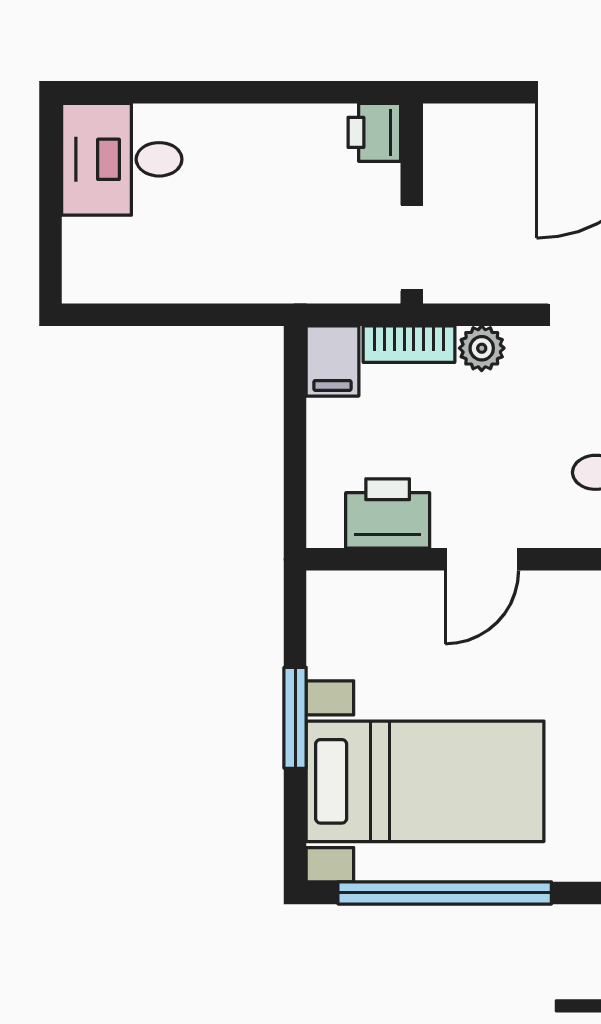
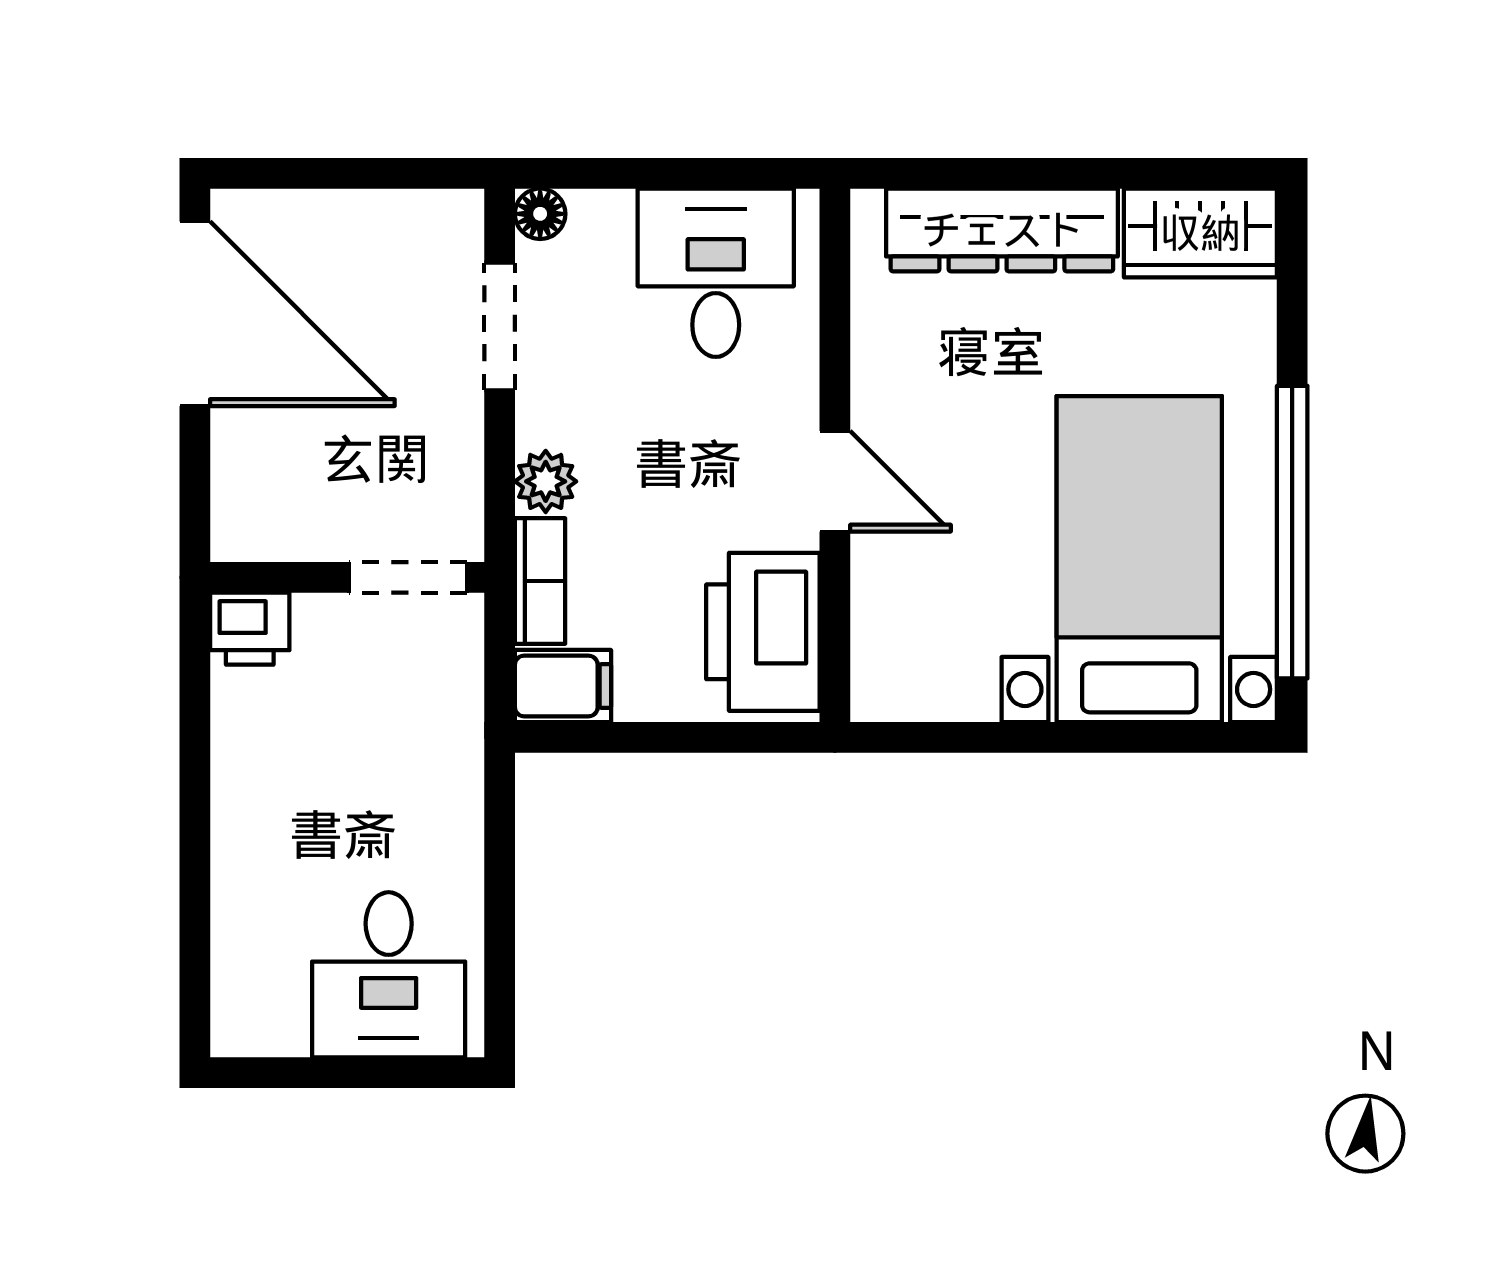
desk: (122, 159) -> (389, 975), moved
printer: (388, 514) -> (763, 632), width x1.37, depth x1.19
window: (295, 718) -> (1052, 737), removed

